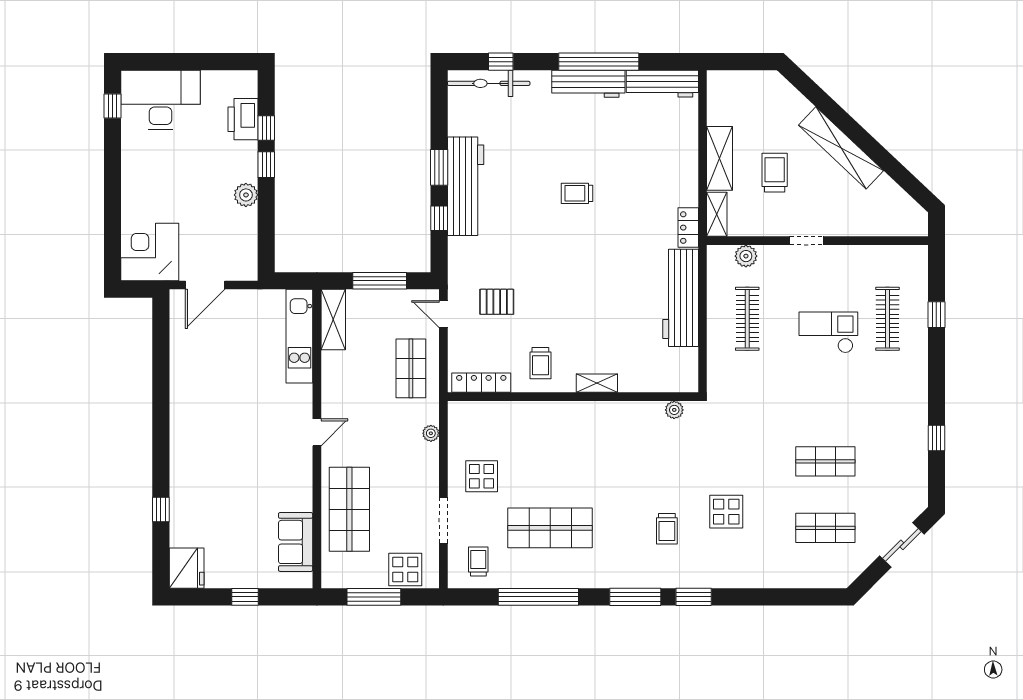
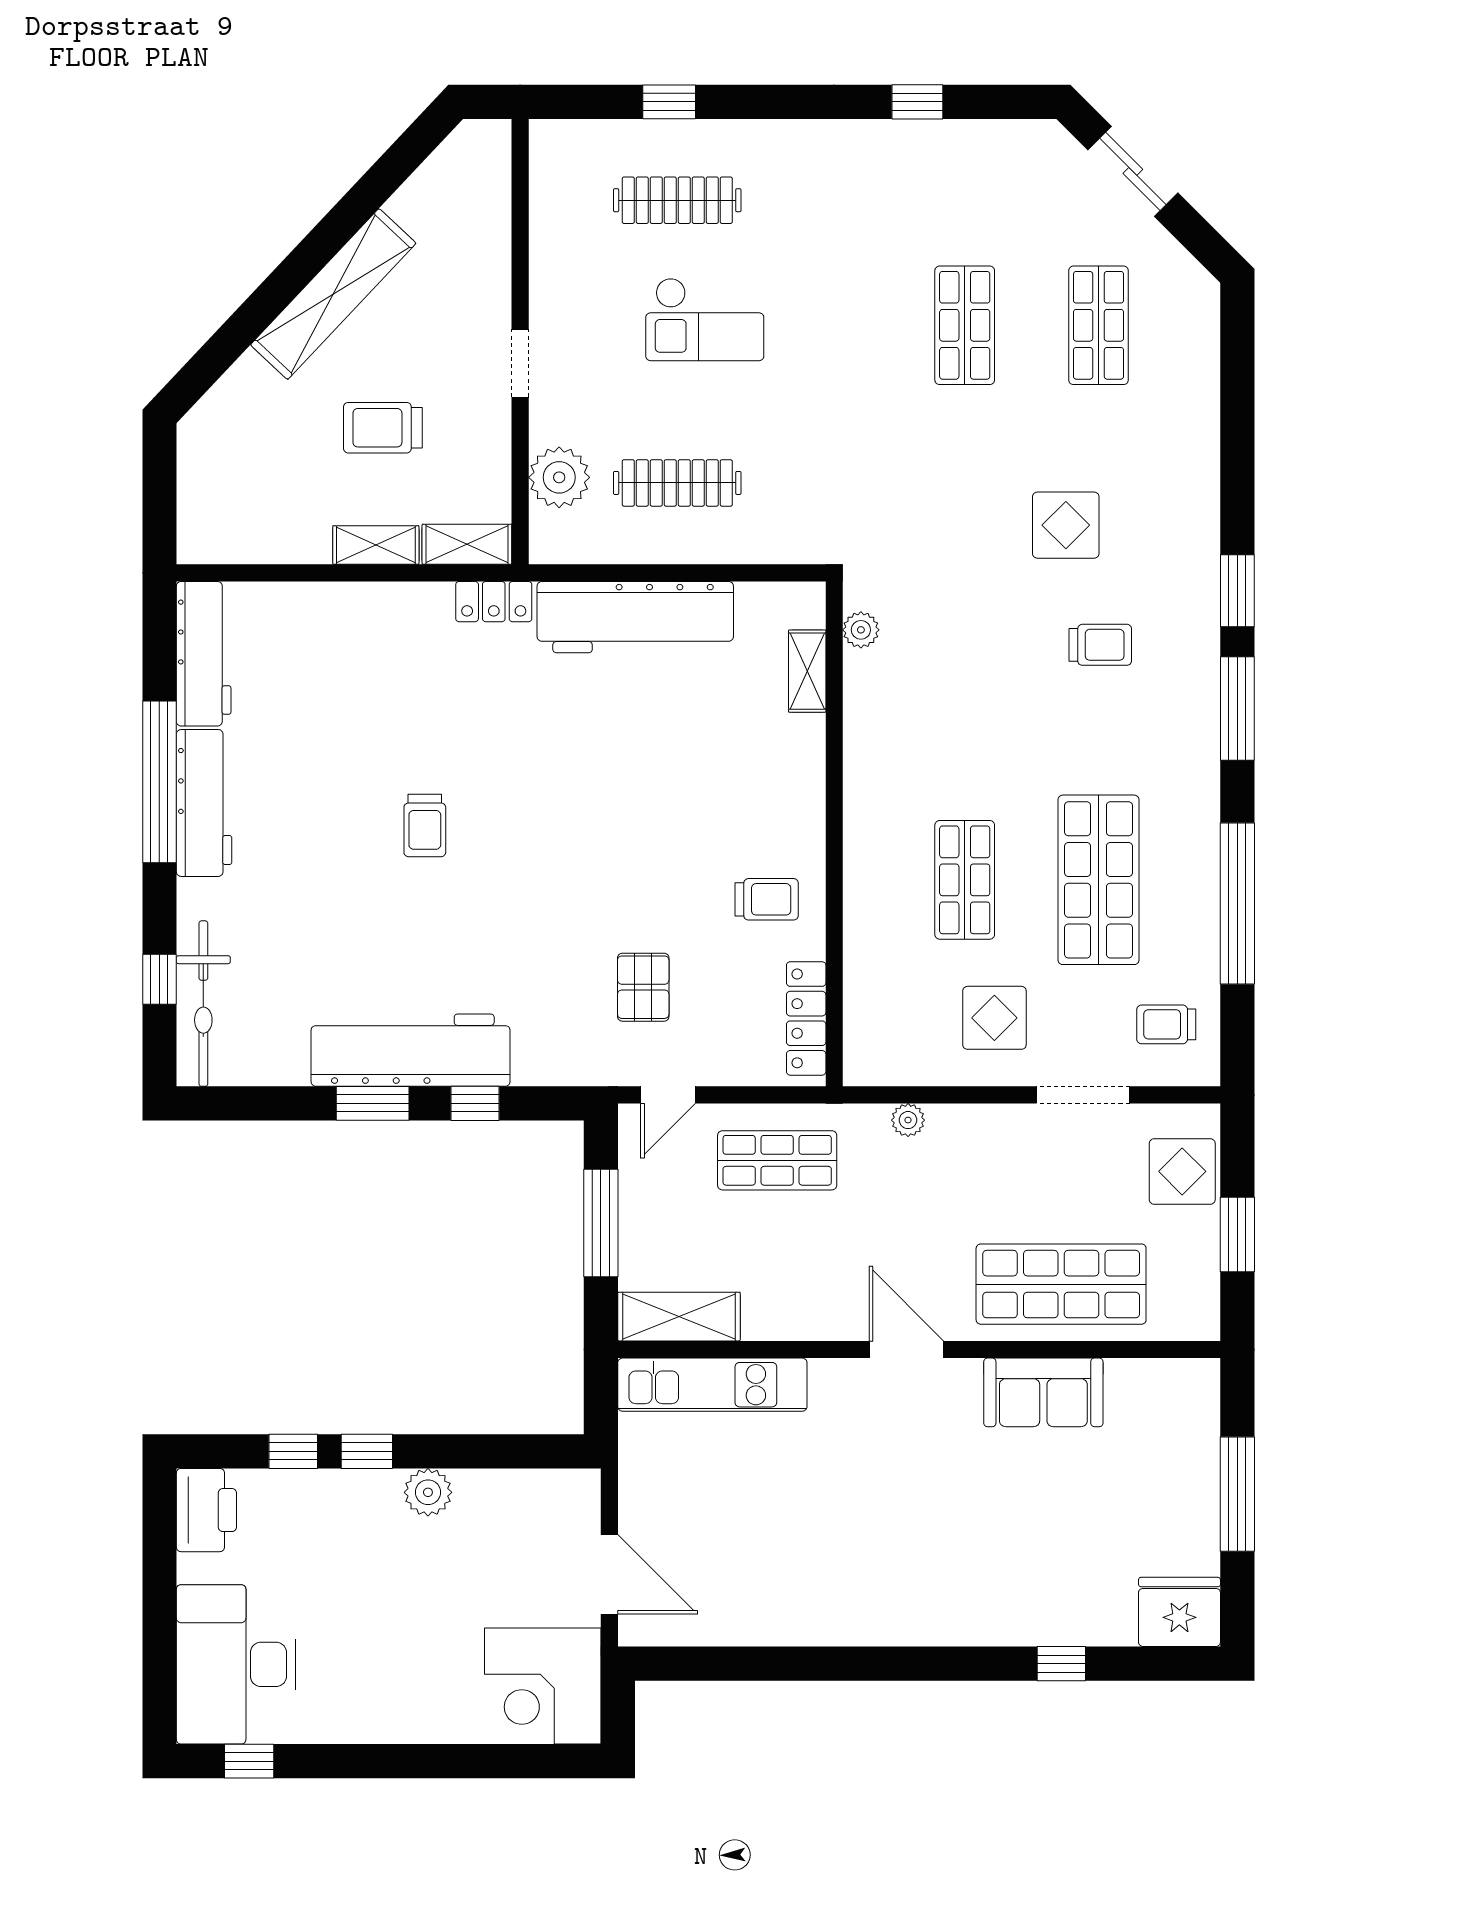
printer: (243, 119) -> (206, 1510), moved, turned -90
shelving: (720, 158) -> (376, 545), width x0.67, depth x0.75
plant: (746, 256) -> (559, 477), width x1.36, depth x1.36
checkout: (828, 332) -> (705, 319), turned -90
shelving: (597, 383) -> (807, 671), moved
door: (317, 432) -> (906, 1350), width x1.38
shop shelf: (550, 461) -> (965, 880), added
sofa: (296, 542) -> (1043, 1392), moved
window: (245, 597) -> (1237, 1494), width x2.17
window: (374, 597) -> (1237, 1234), width x0.69

